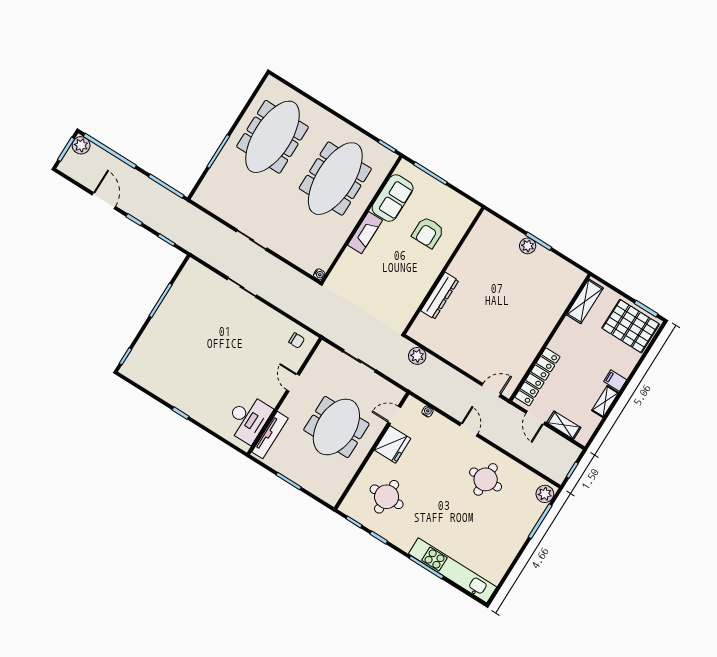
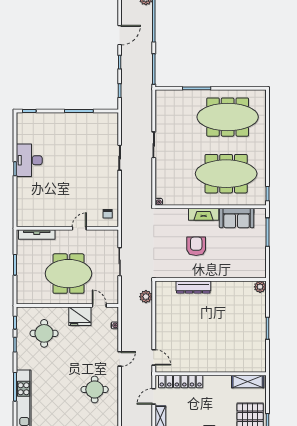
armchair: (428, 232) -> (196, 246), moved, turned 90
plant: (528, 246) -> (260, 287), moved
desk: (248, 419) -> (29, 160), moved, turned 90

